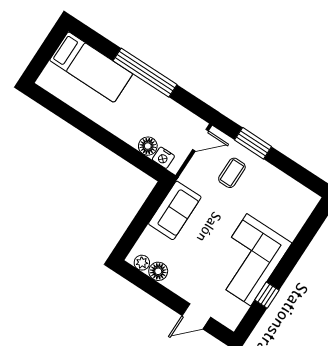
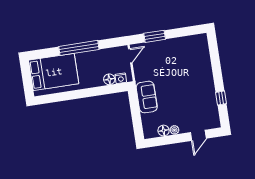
bed: (91, 67) -> (54, 72), width x1.50
coffee table: (232, 173) -> (157, 58), removed
corner sofa: (249, 260) -> (199, 89), removed
plant: (142, 263) -> (174, 130), moved

